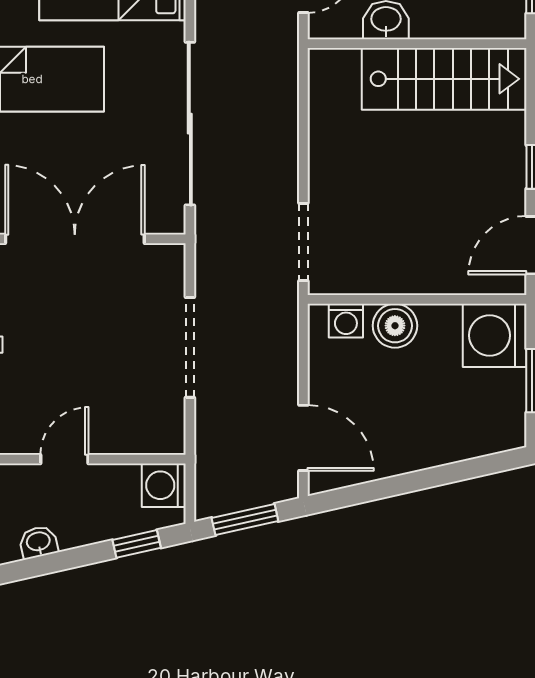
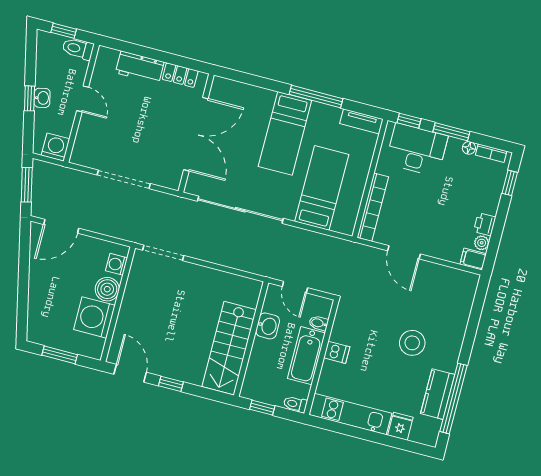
washing machine: (495, 335) -> (94, 317), moved, turned -90
washbasin: (38, 542) -> (42, 98), moved
window: (137, 544) -> (30, 98), moved

